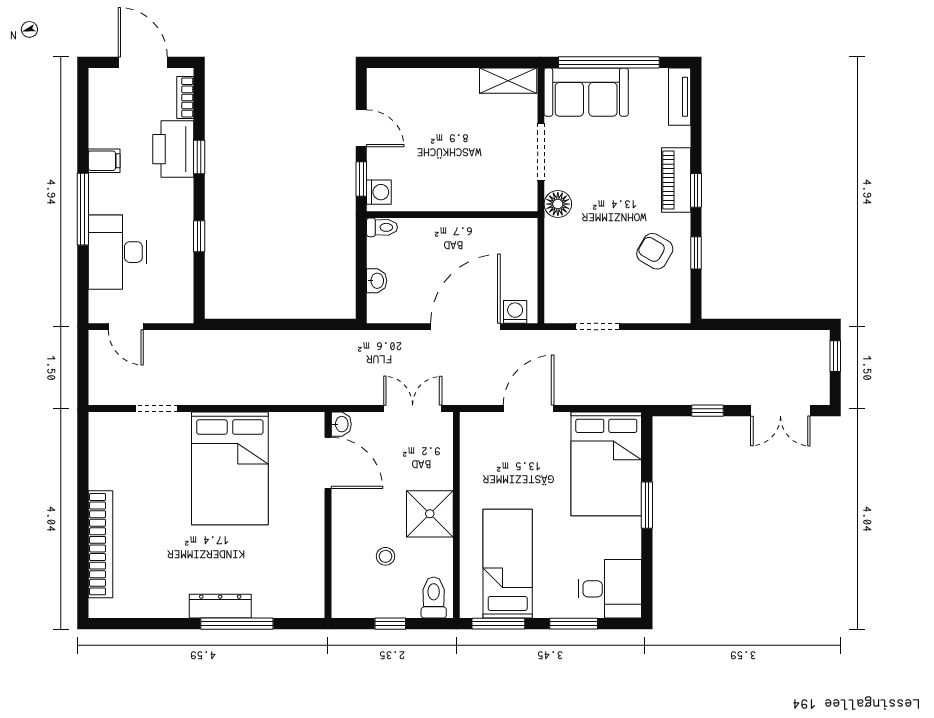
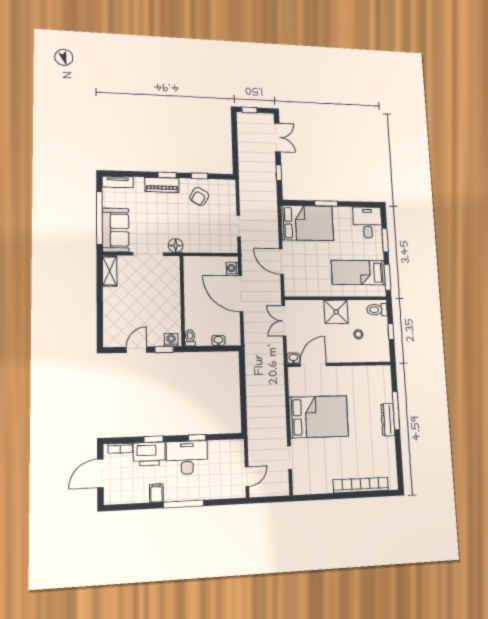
desk: (118, 252) -> (187, 457), moved, turned 180

